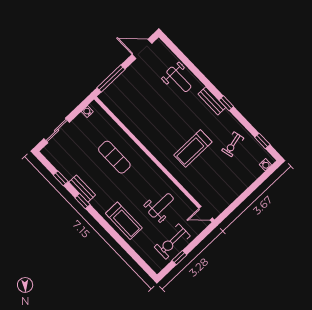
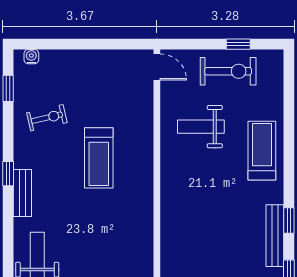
treadmill: (193, 149) -> (99, 158), turned 90
exercise mat: (114, 157) -> (201, 236), removed
bench: (82, 189) -> (275, 236), width x1.36

